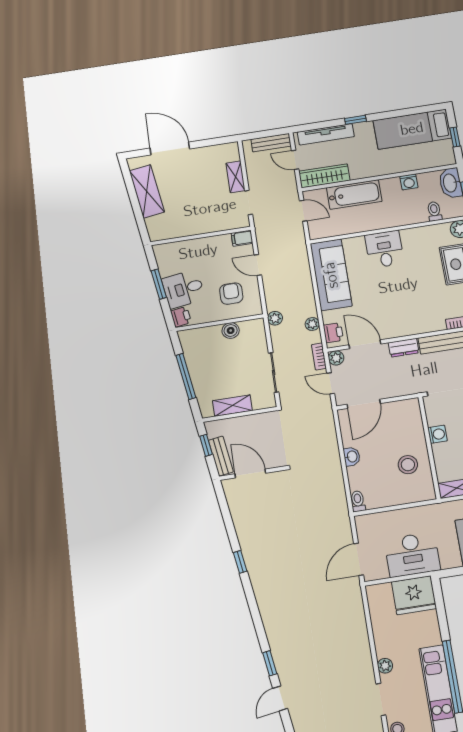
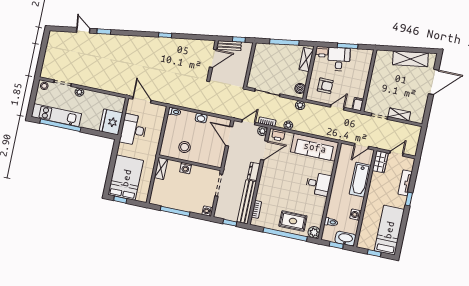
tv unit: (326, 134) -> (405, 183), width x0.71
bench: (271, 143) -> (414, 143), removed
wardrobe: (324, 176) -> (380, 162), width x0.67
boiler: (231, 330) -> (300, 88), moved
shelving: (232, 406) -> (306, 59), moved
washing machine: (437, 434) -> (186, 168), moved

